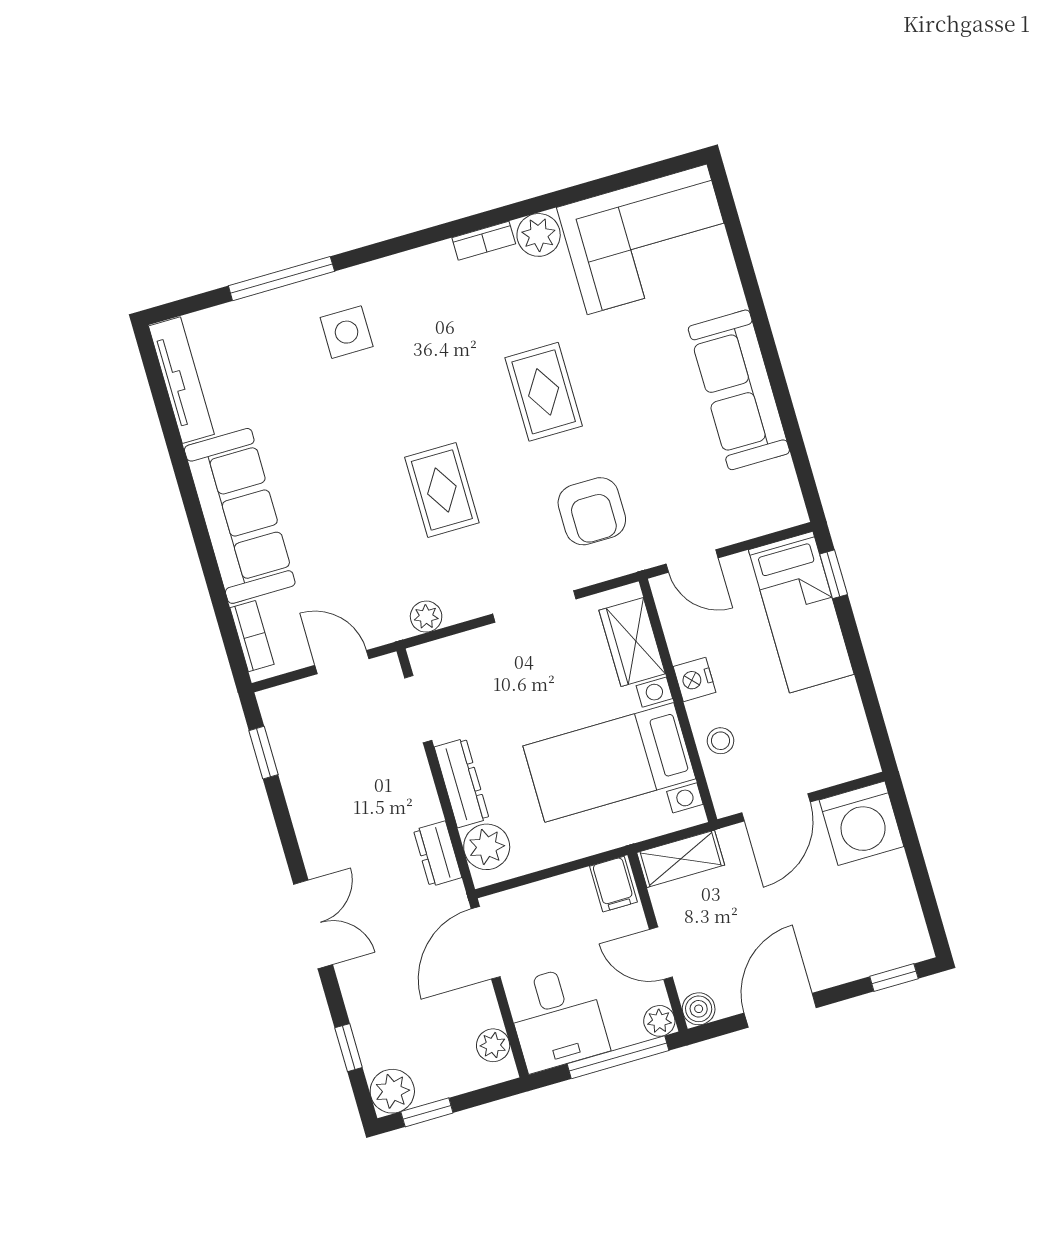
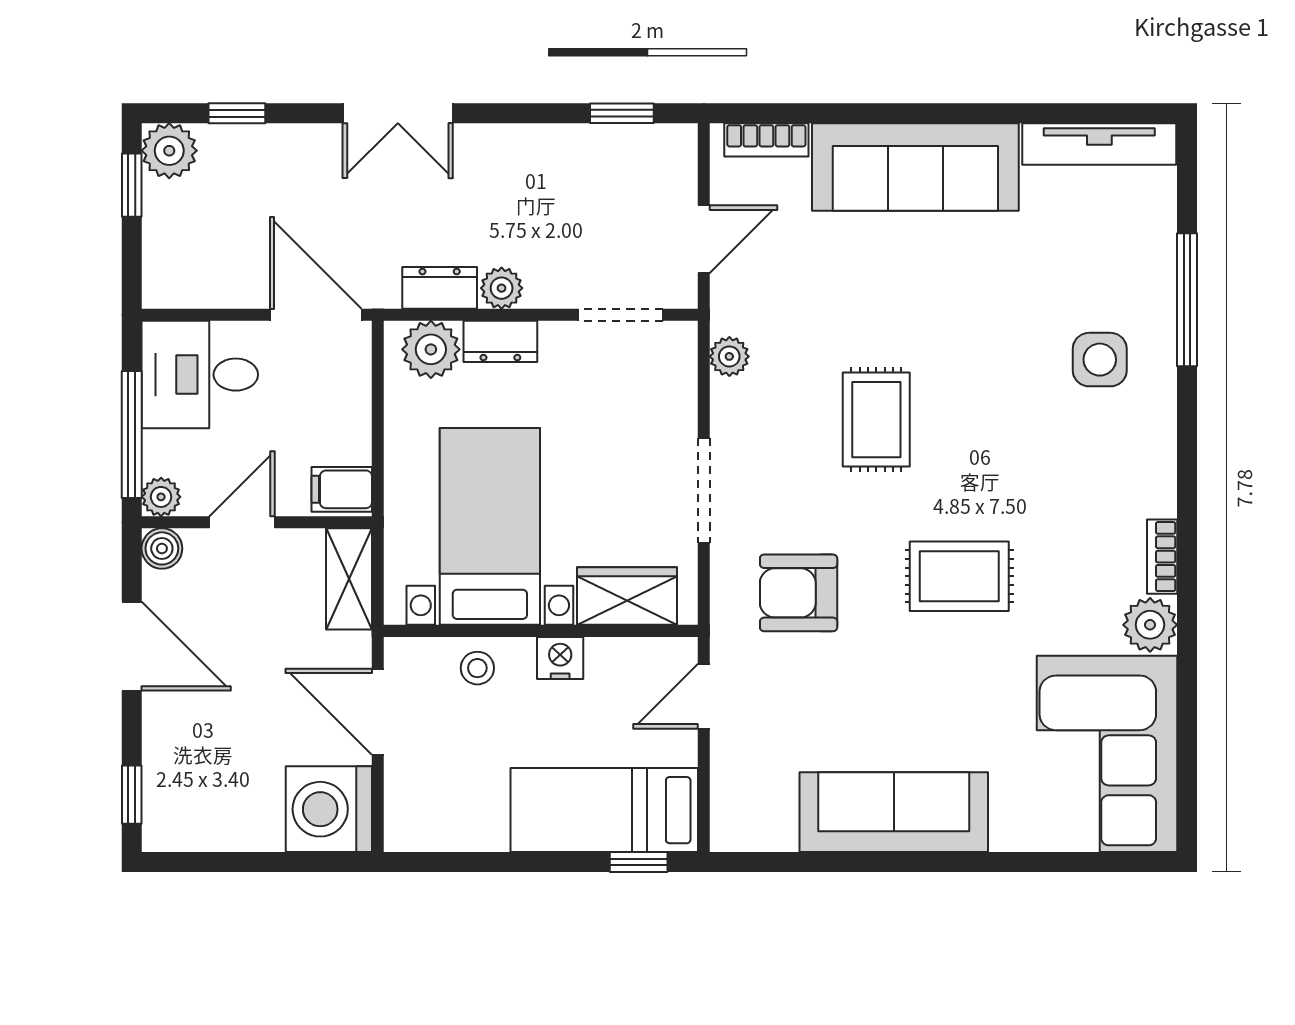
rug: (442, 490) -> (876, 420), turned 90
dresser: (462, 783) -> (500, 341), width x0.70
plant: (493, 1045) -> (502, 288), moved

